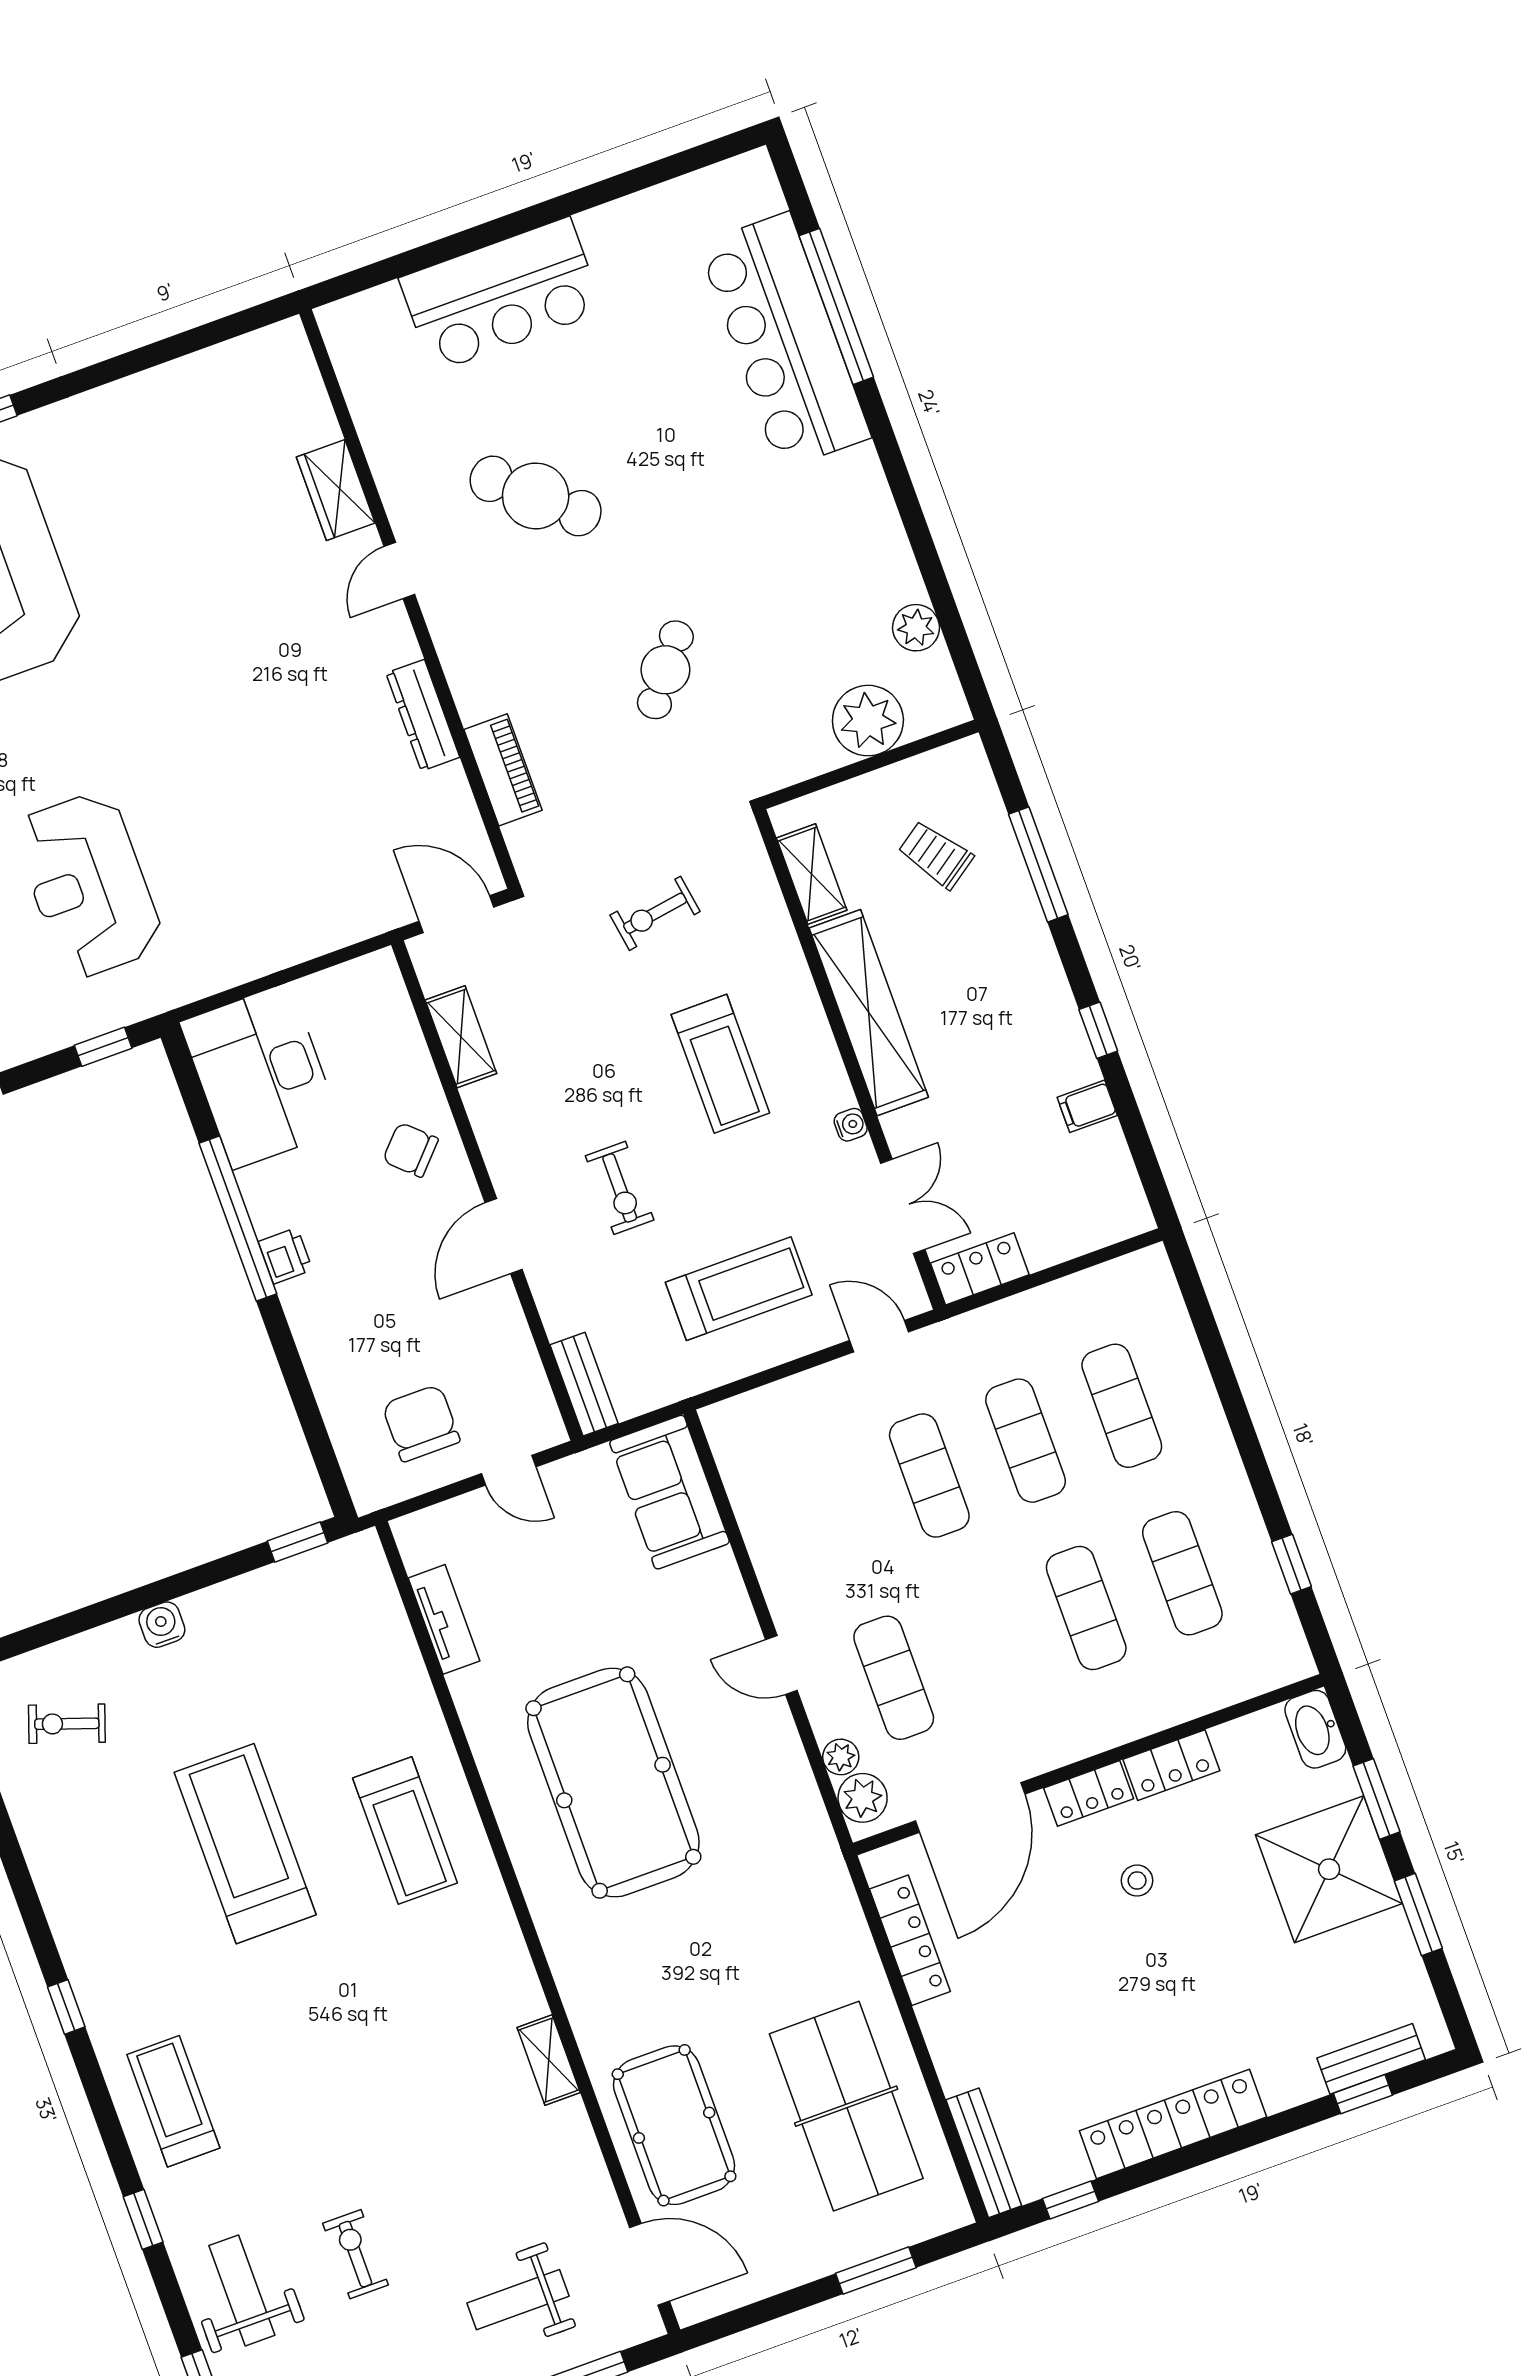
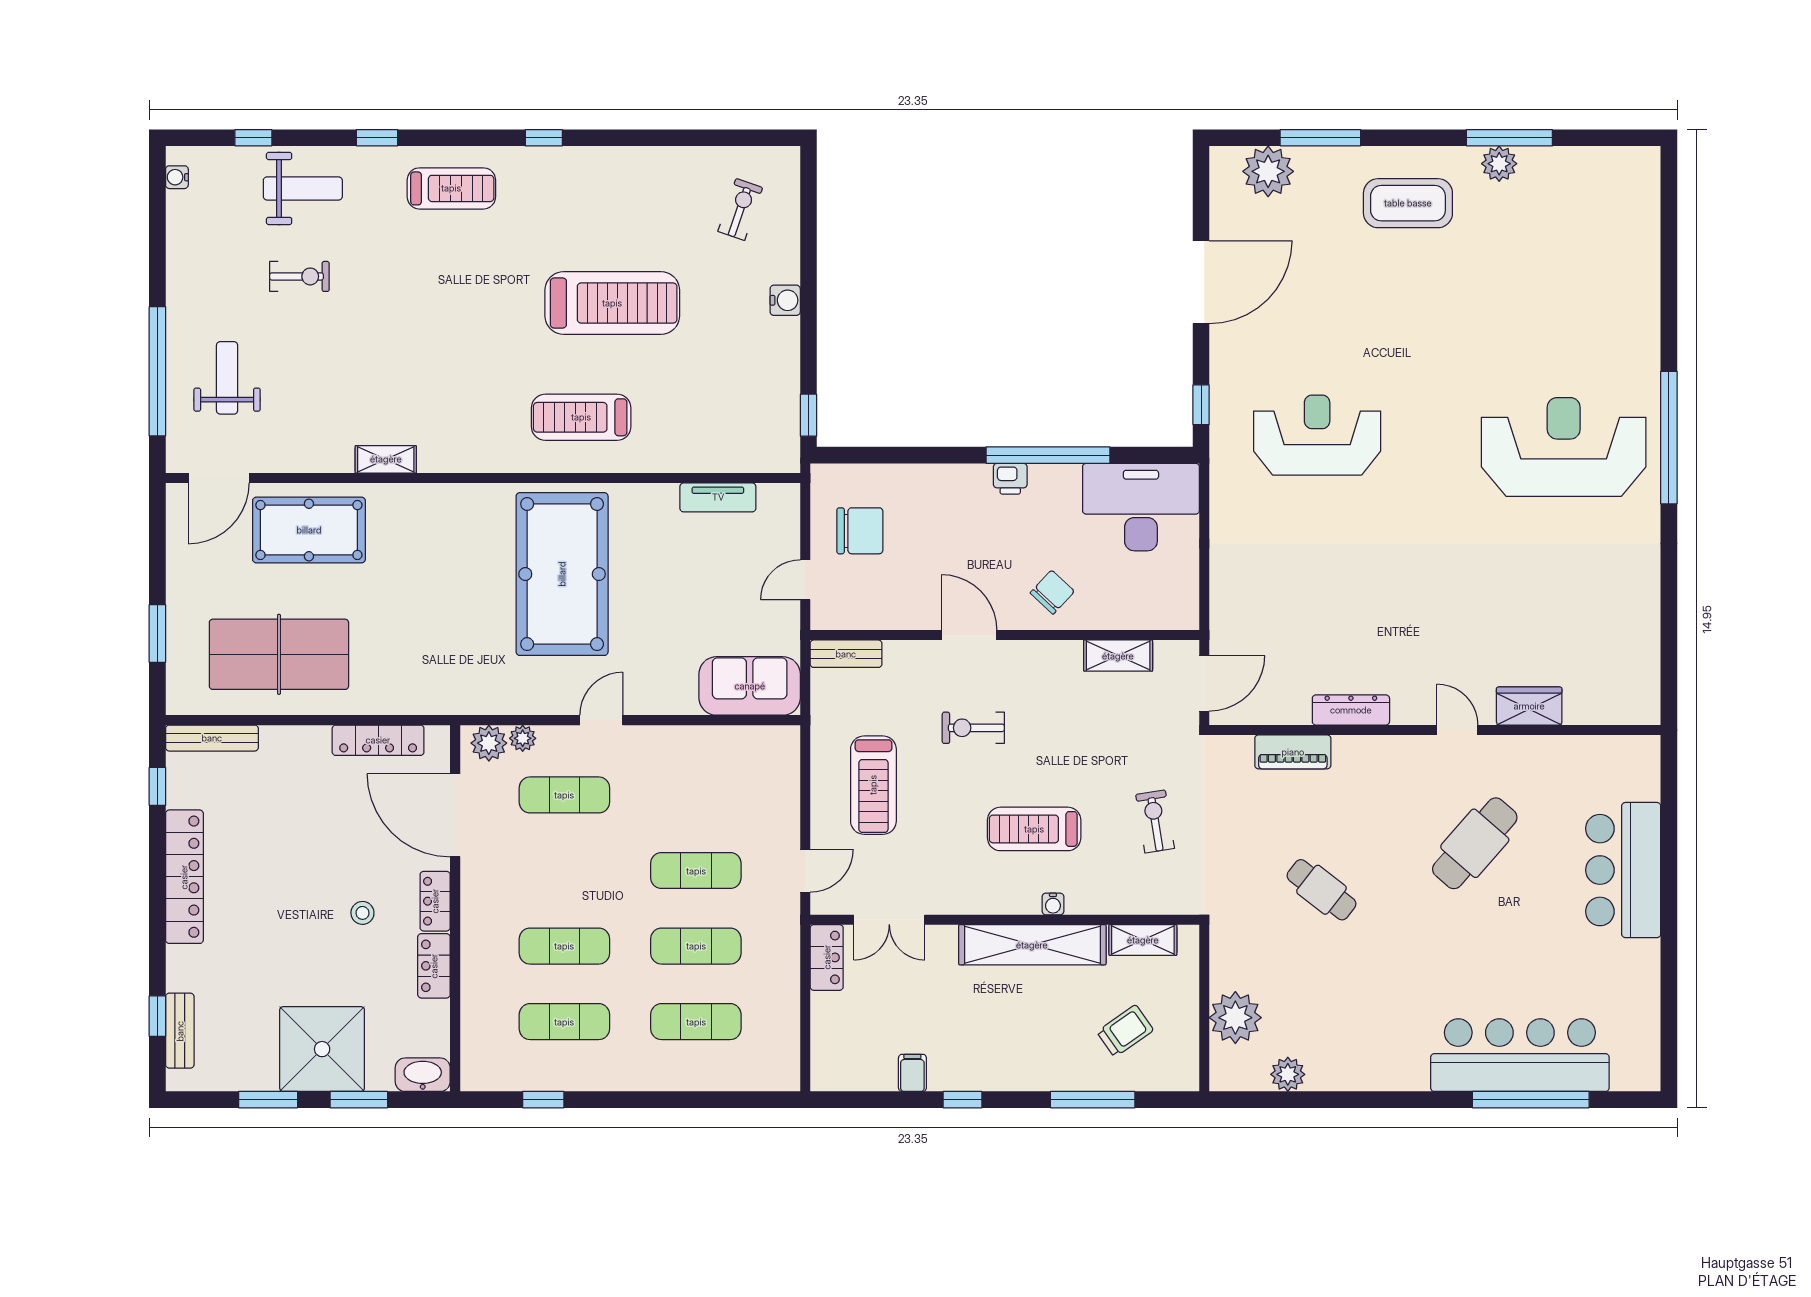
water cooler: (851, 1125) -> (1053, 904), moved
pool table: (613, 1783) -> (562, 574), turned 90

